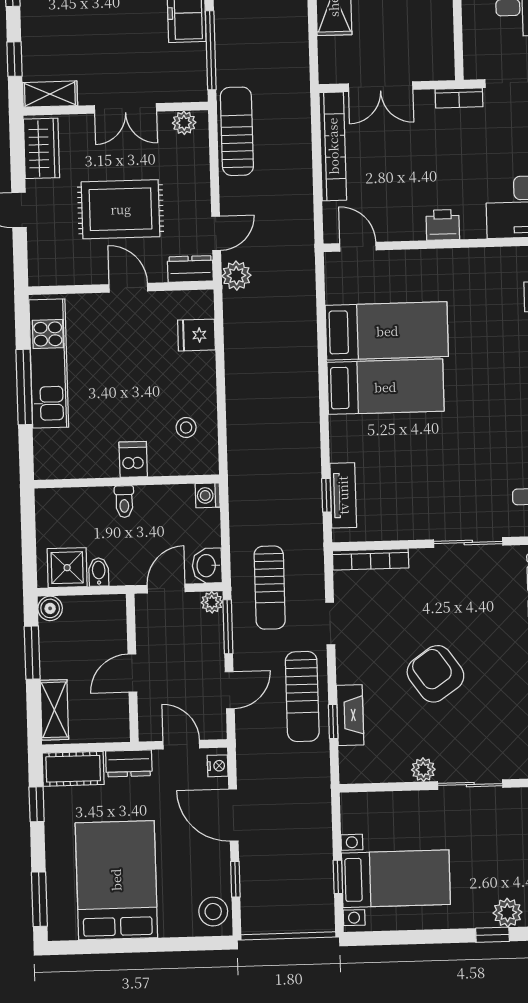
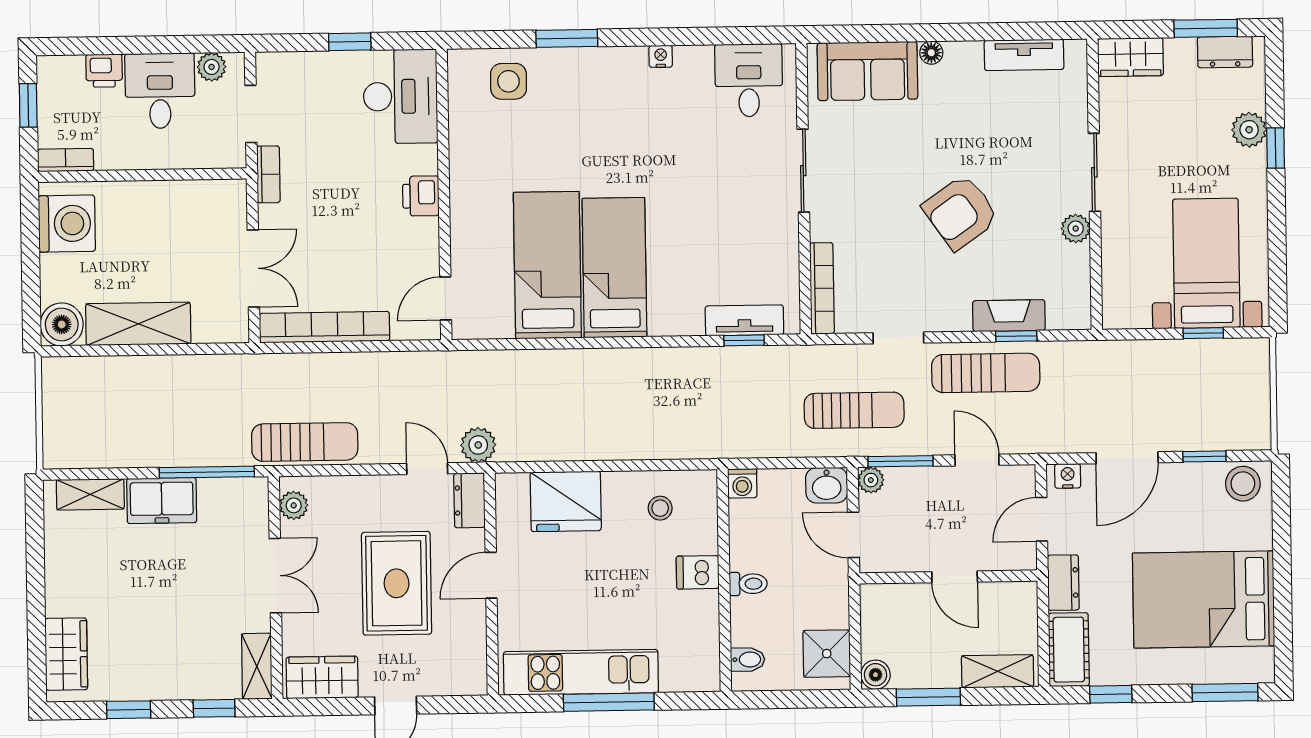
sun lounger: (237, 131) -> (305, 442), turned 180
fridge: (196, 335) -> (566, 501), width x1.88, depth x1.34
bidet: (99, 572) -> (748, 659), moved, turned 180

